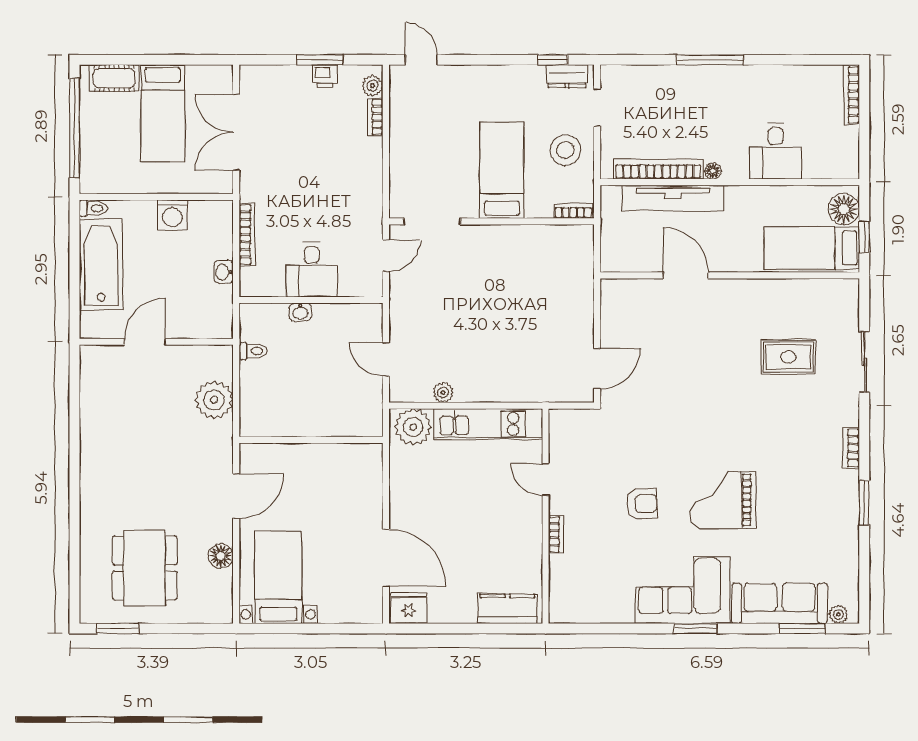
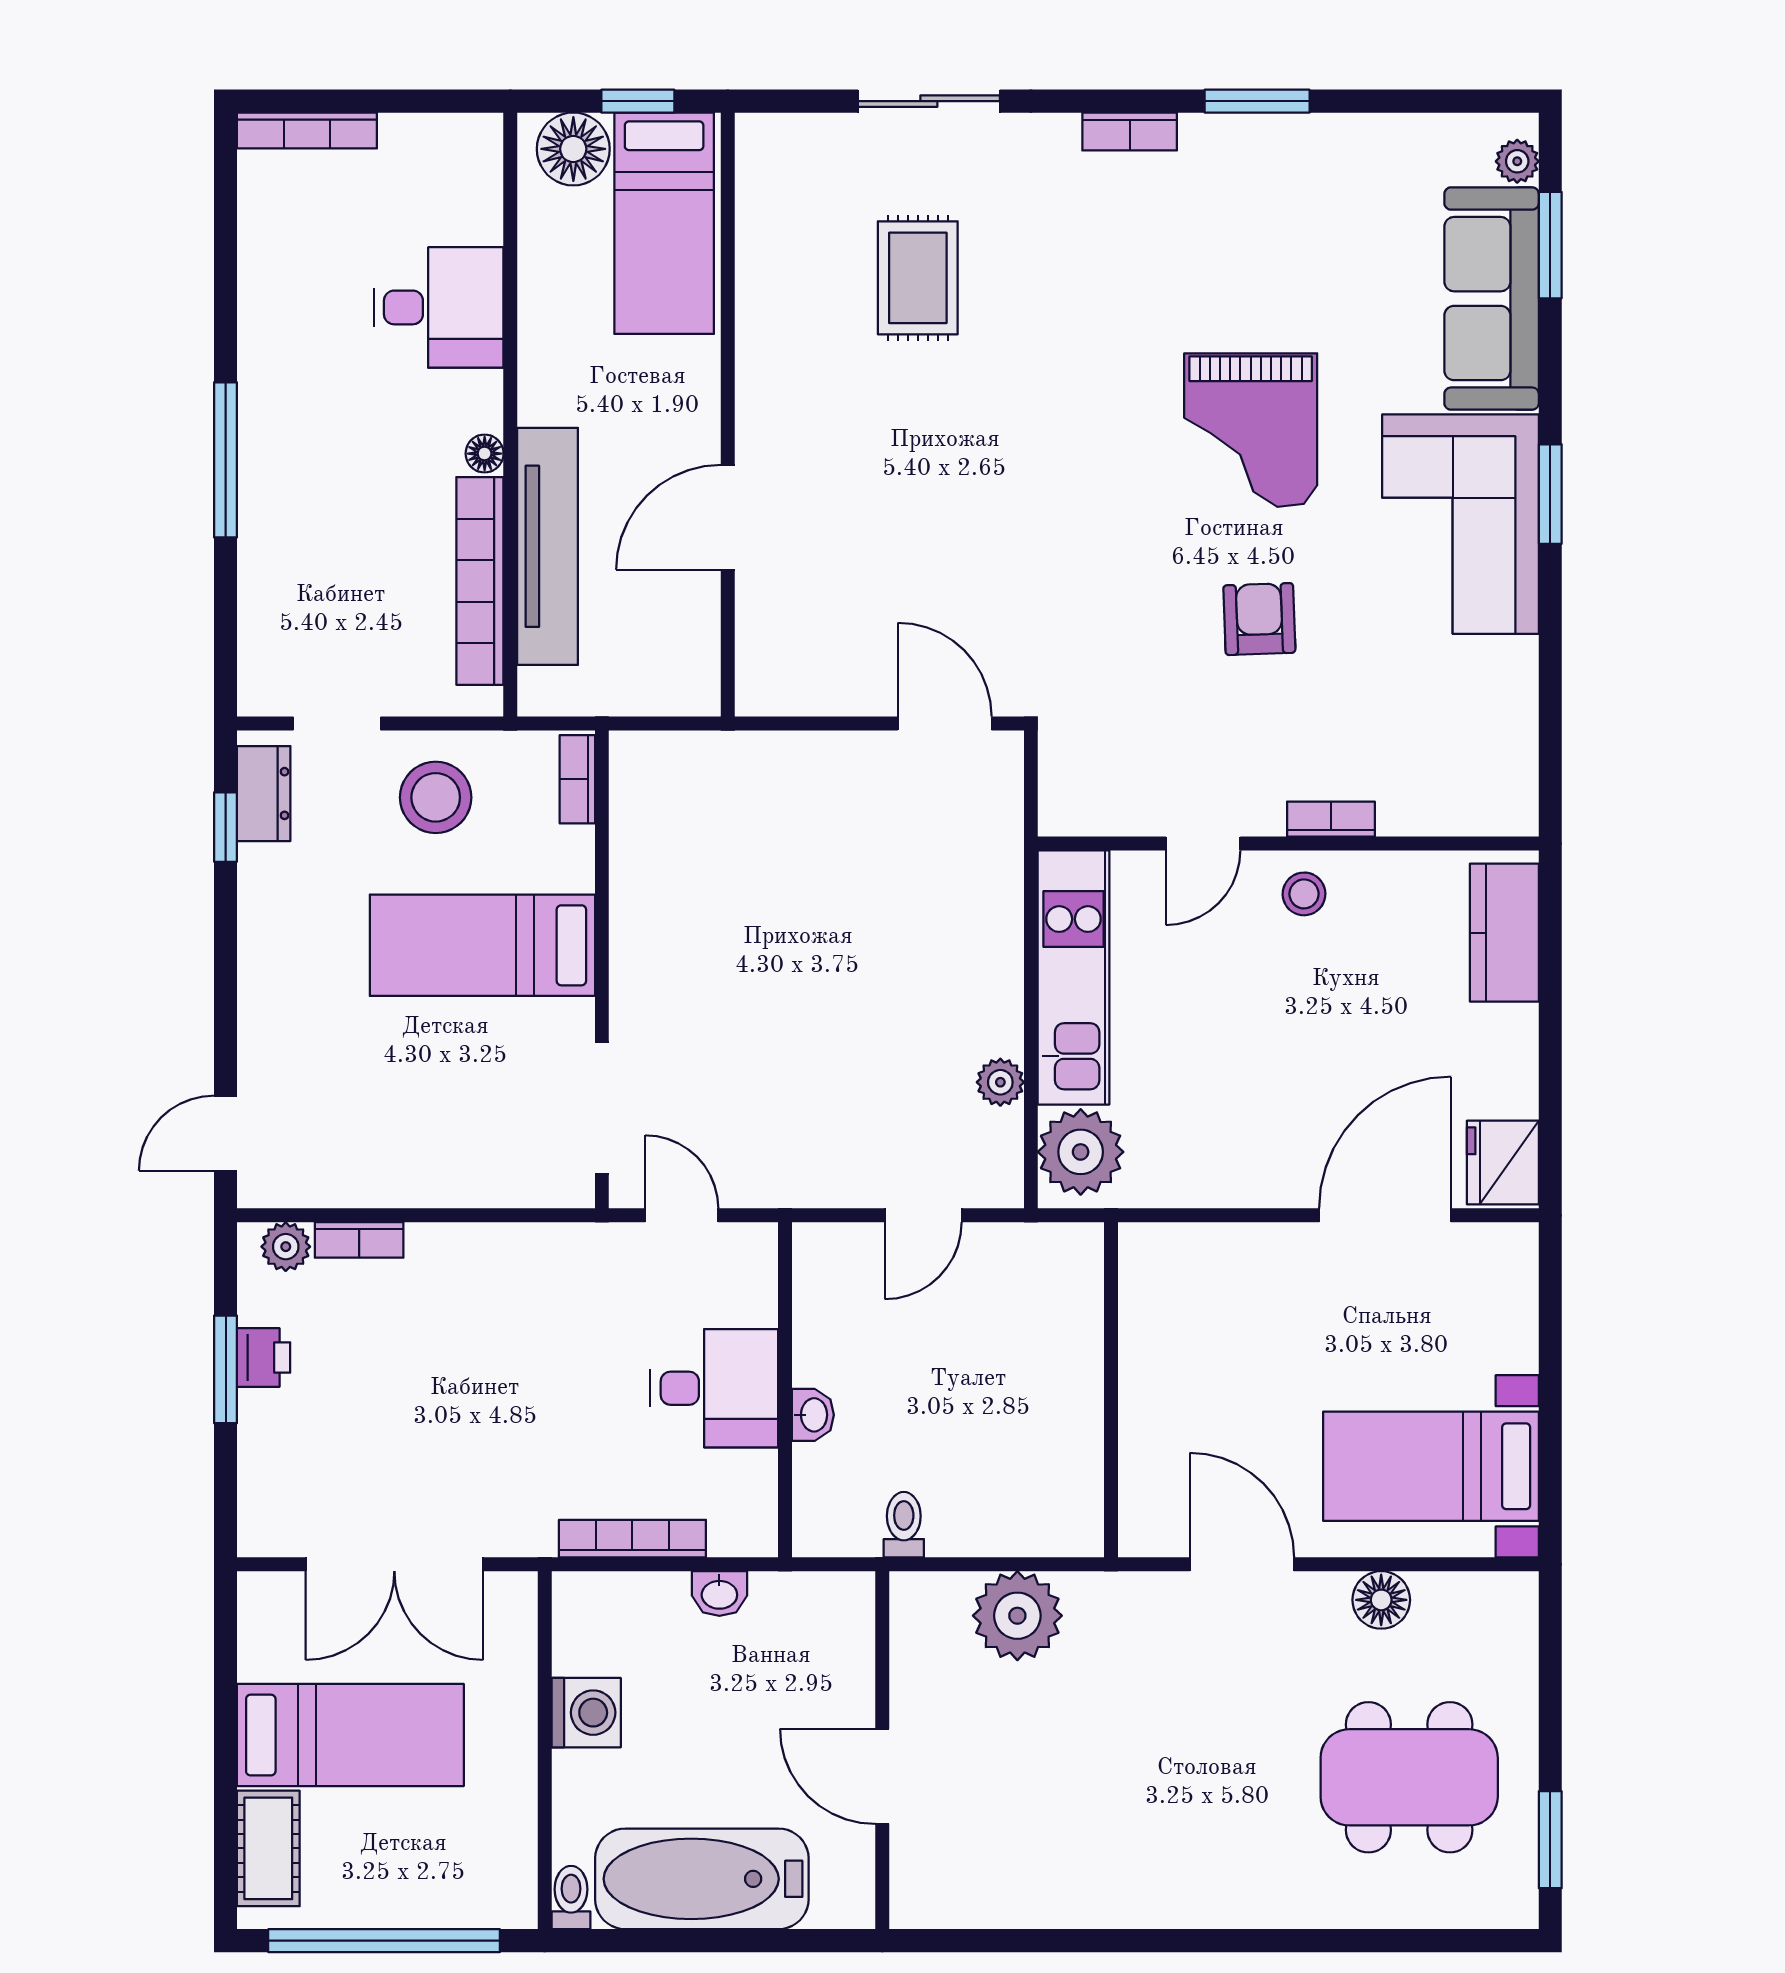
stool: (524, 523) -> (1304, 894), added

